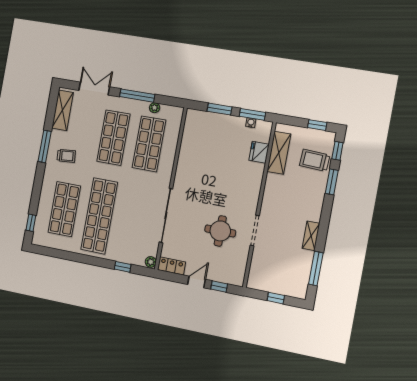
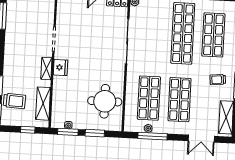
window: (137, 96) -> (152, 136), moved
window: (317, 125) -> (28, 130), moved
fridge: (259, 152) -> (60, 67), moved
round table: (220, 231) -> (105, 101), moved, width x1.36, depth x1.36
shelving: (311, 236) -> (46, 69), moved

